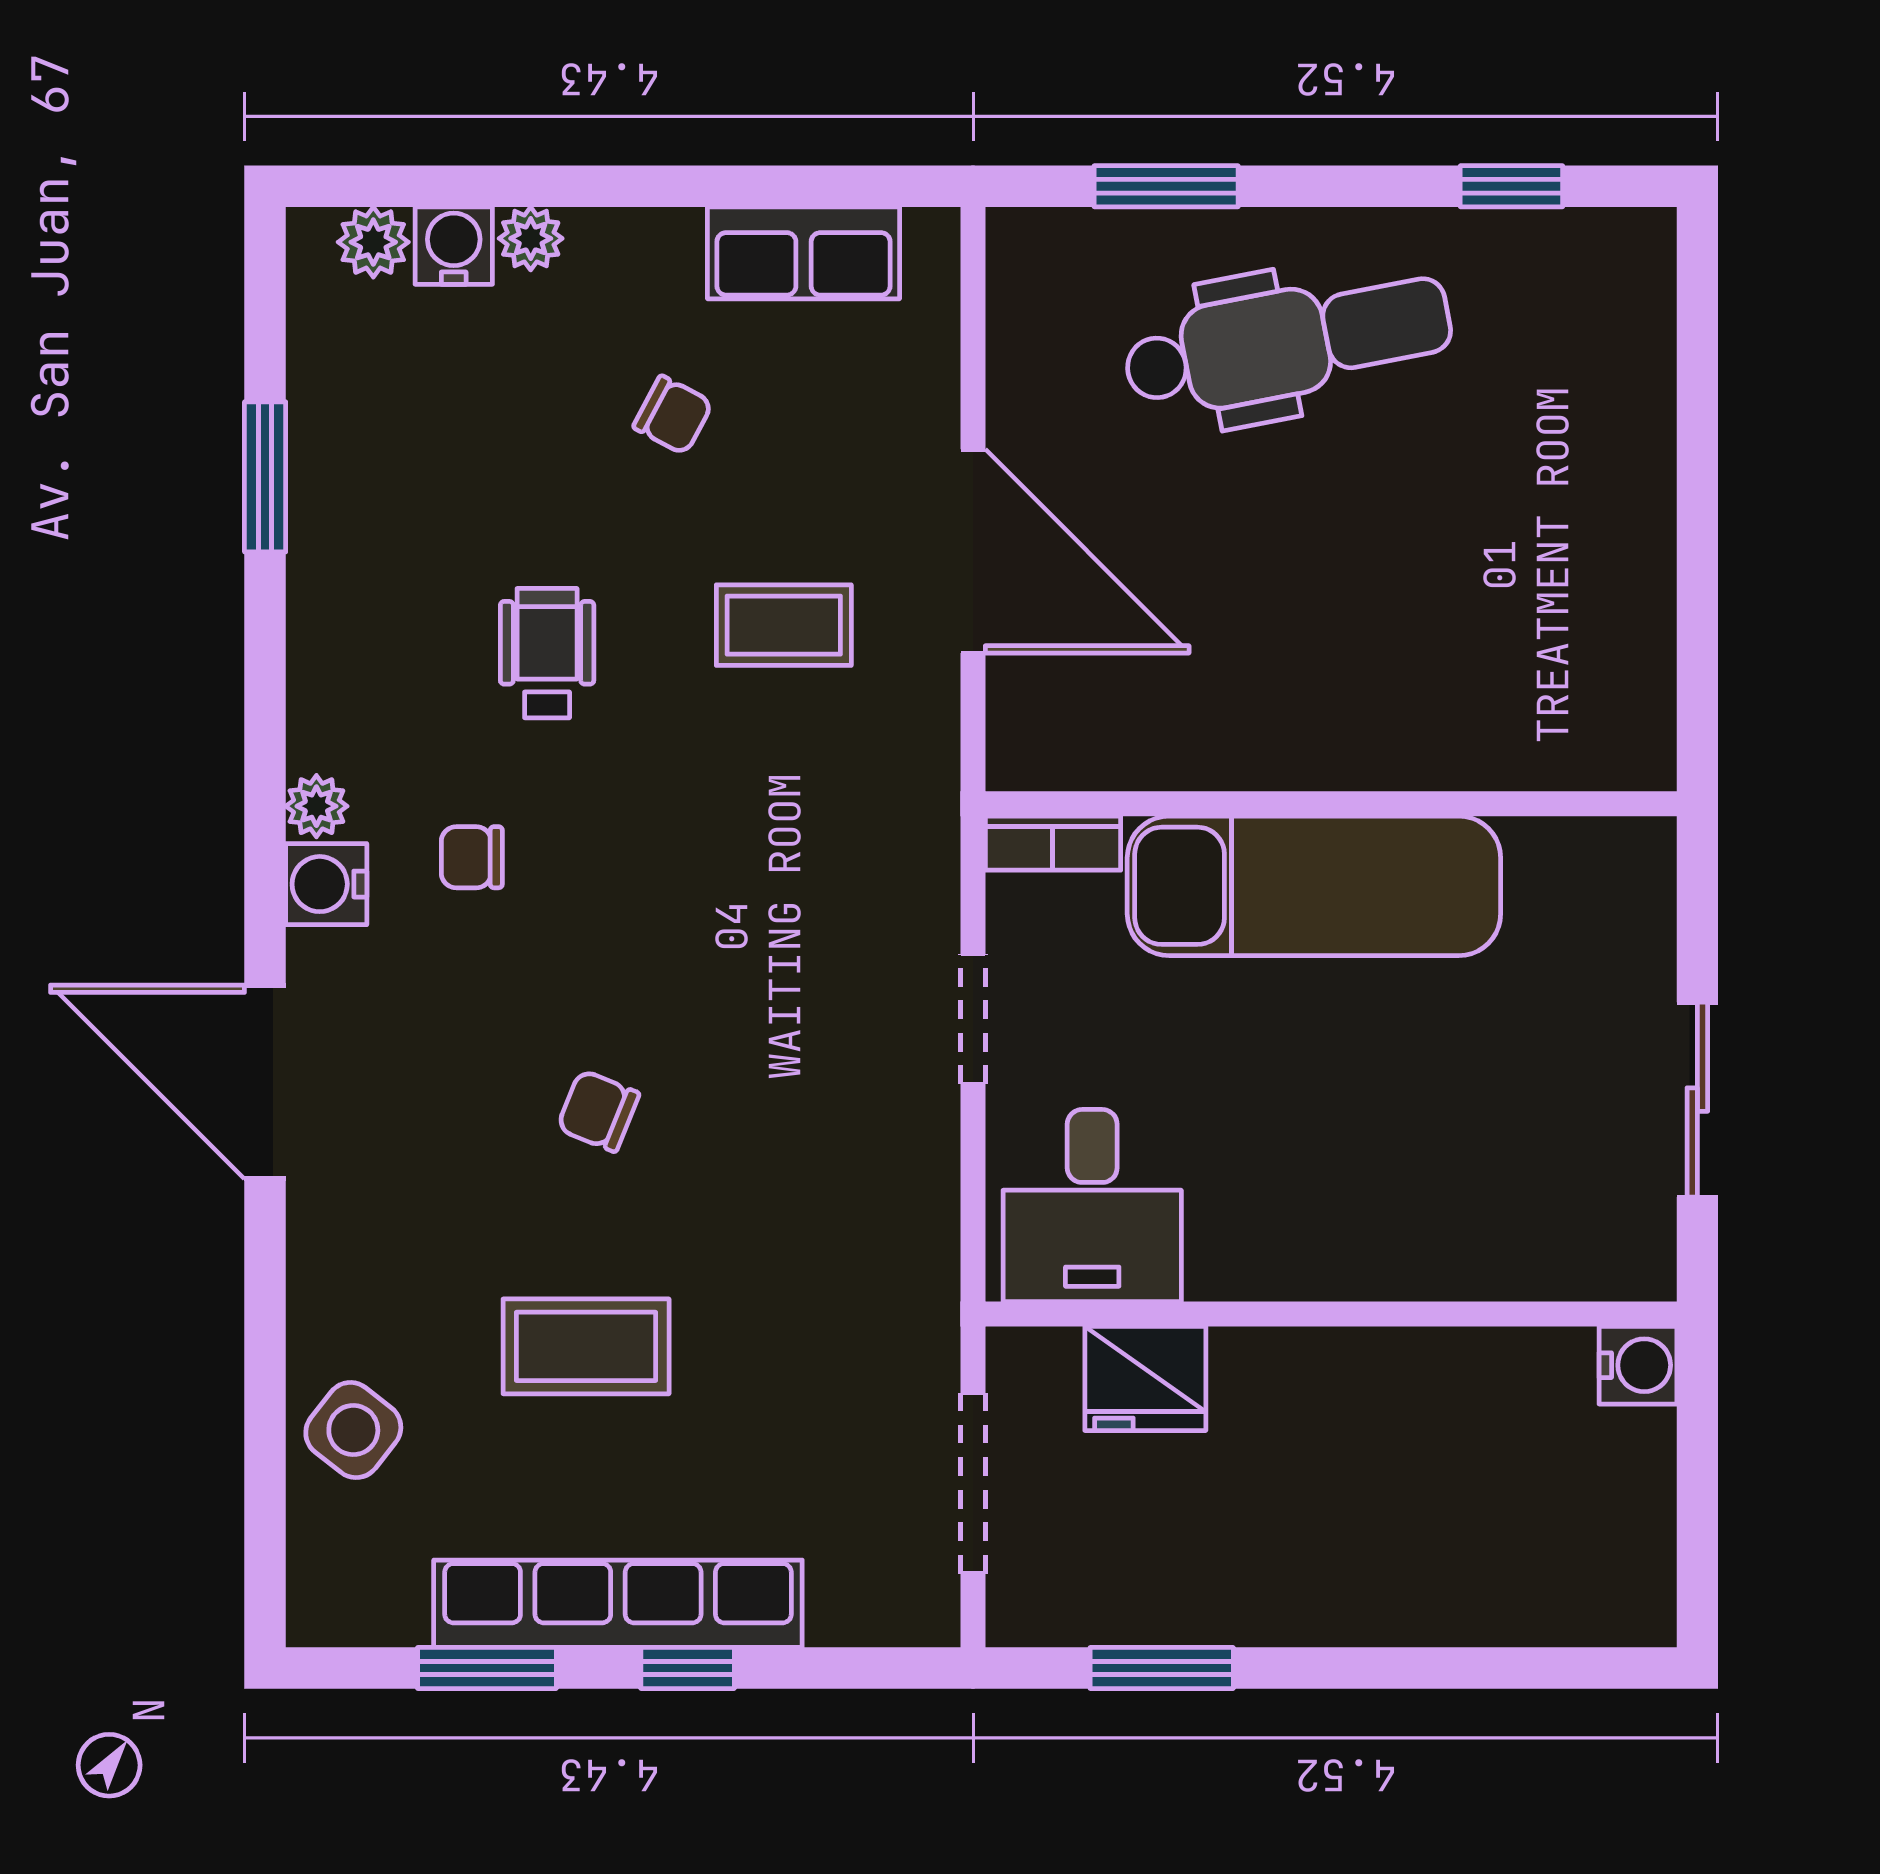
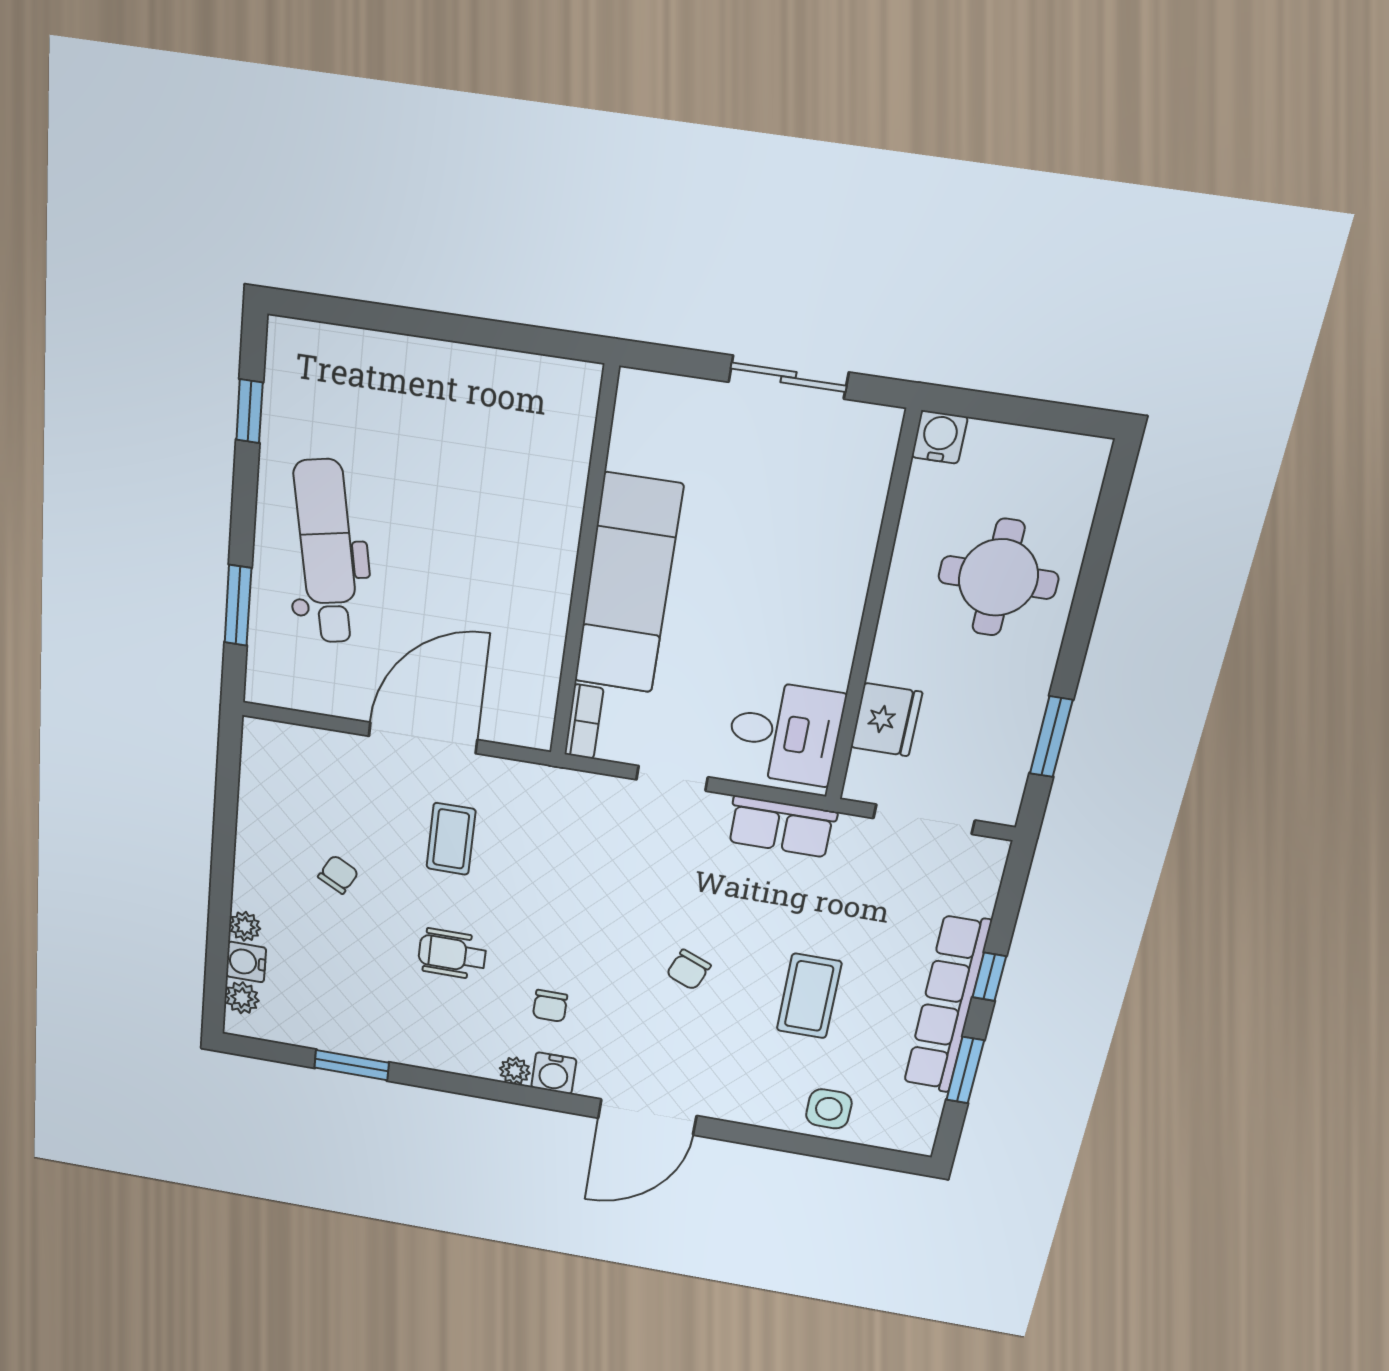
row of seats: (804, 253) -> (781, 827), moved, turned 90
side table: (353, 1430) -> (829, 1109), turned -38
round table: (1423, 1514) -> (998, 578), added

